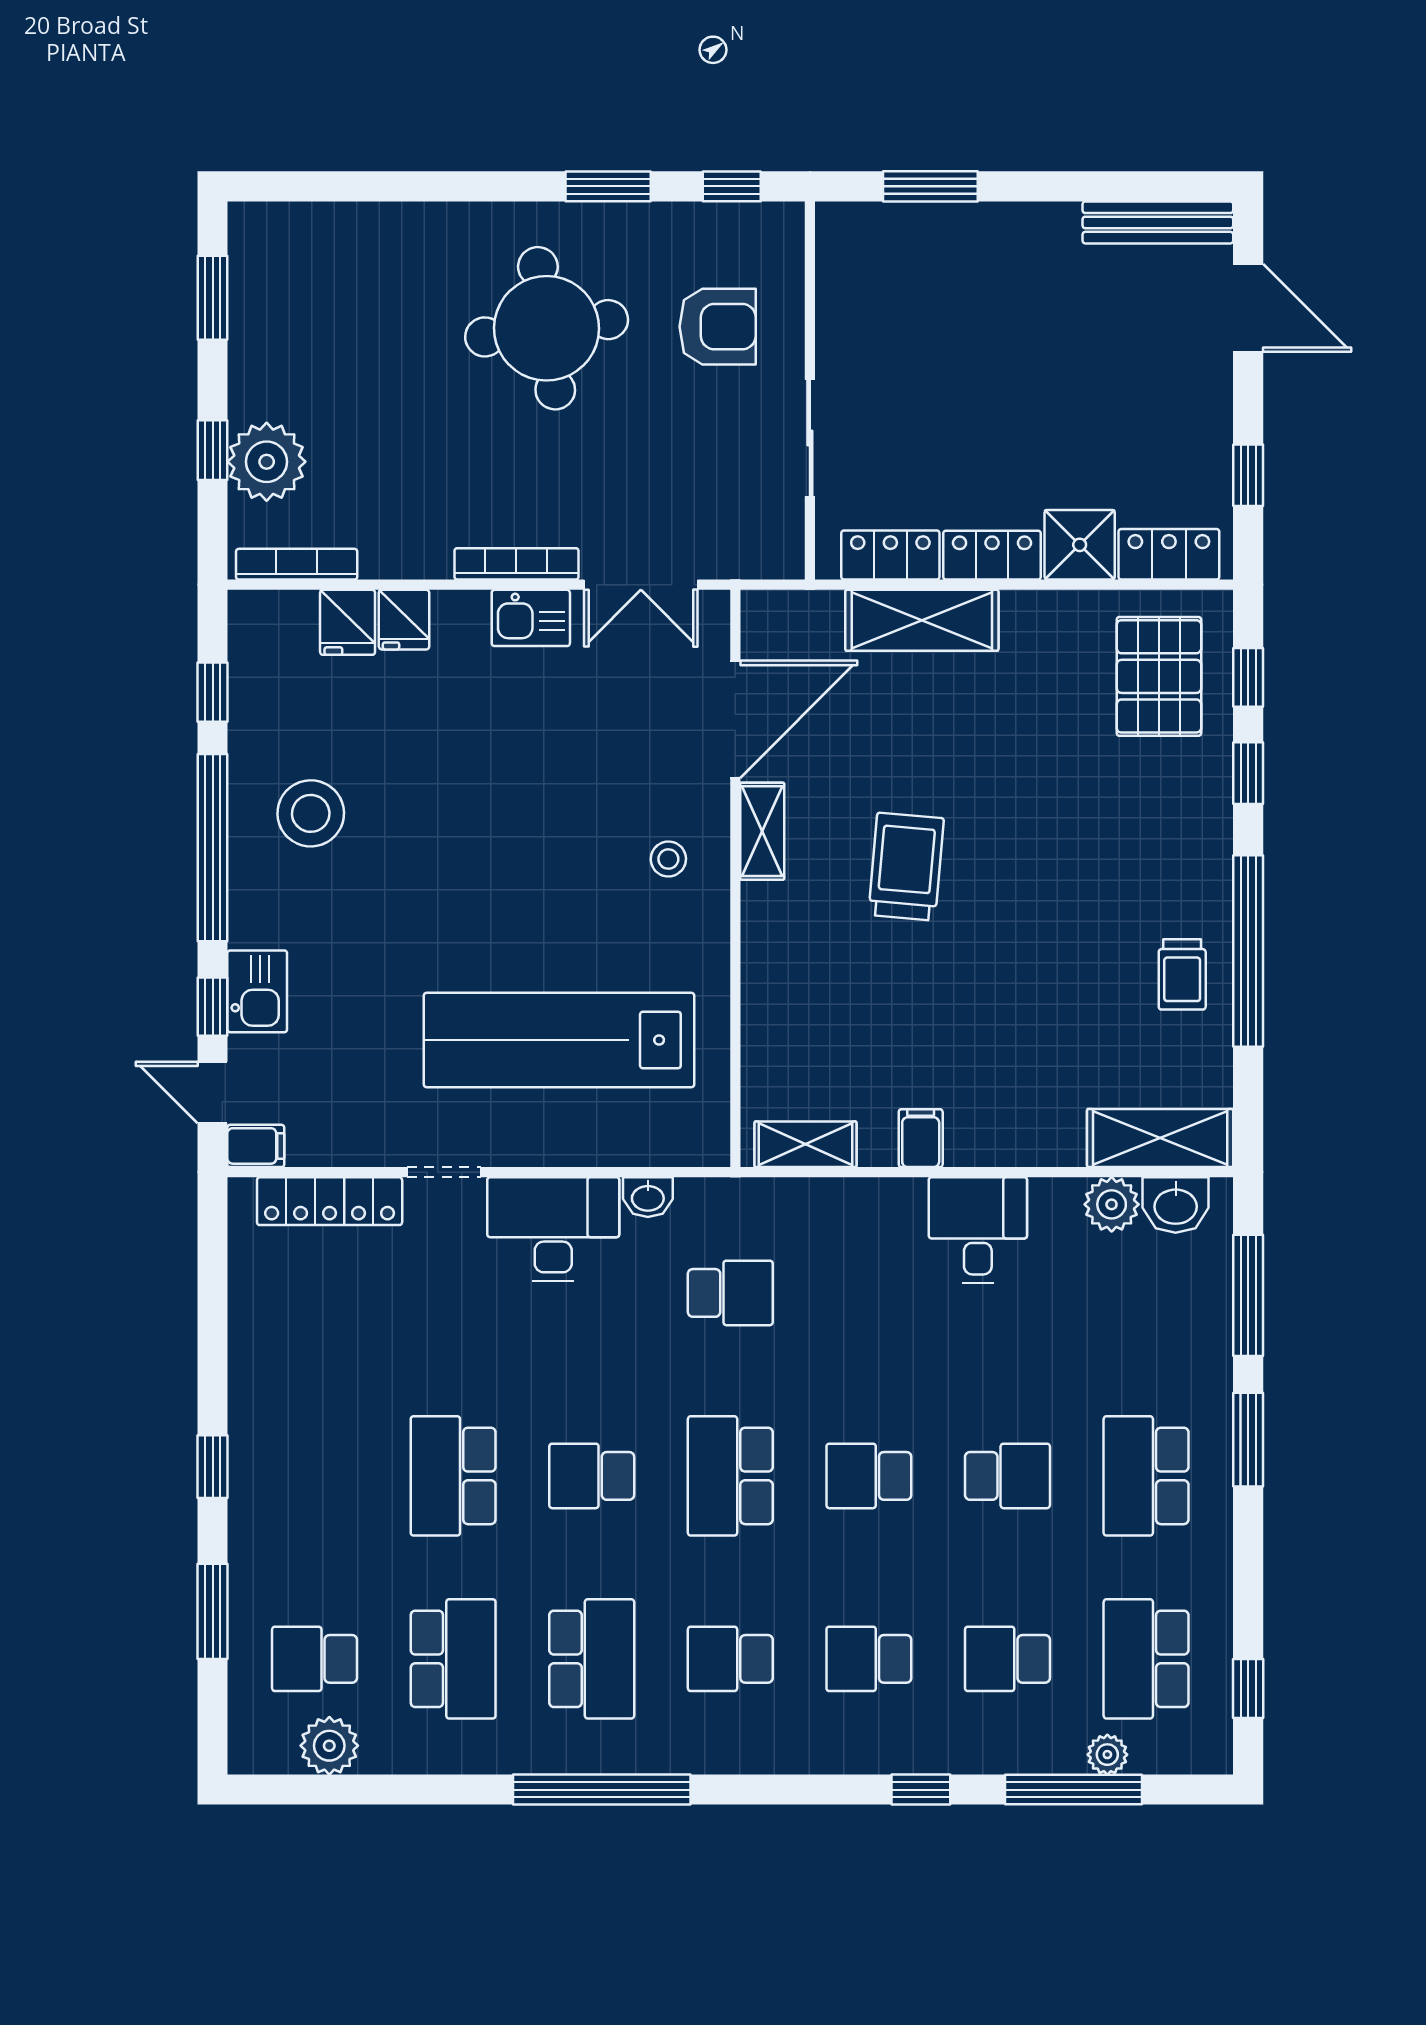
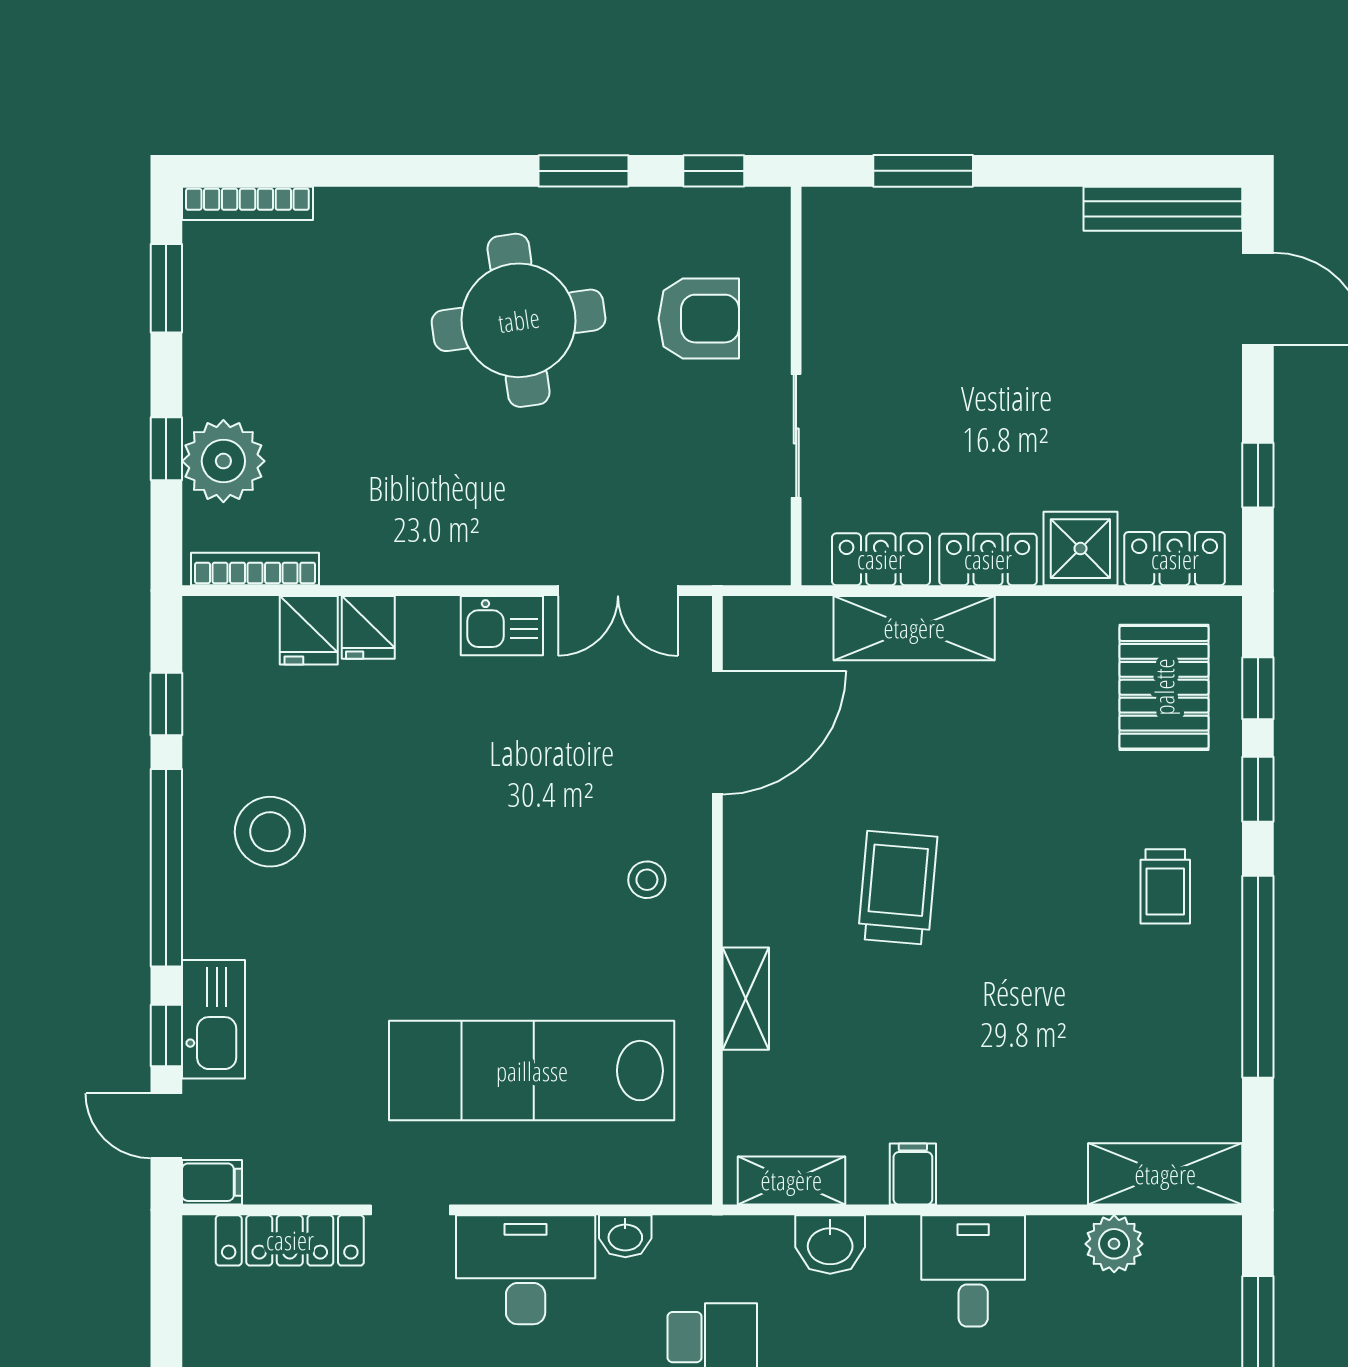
bookcase: (516, 564) -> (247, 203), moved, turned 180
shelving: (762, 831) -> (746, 999), moved
trolley: (1182, 974) -> (1165, 886), moved
kitchen sink: (257, 991) -> (214, 1019), width x1.38
washbasin: (1176, 1205) -> (830, 1244), moved

